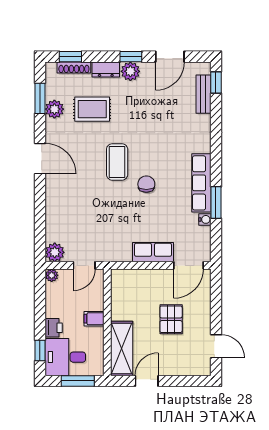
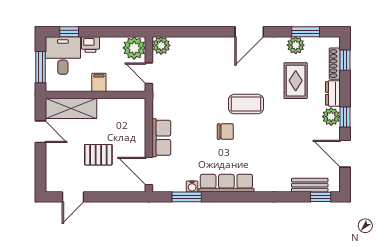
window: (216, 202) -> (187, 197), moved
plant: (52, 275) -> (134, 48), width x1.88, depth x1.88

